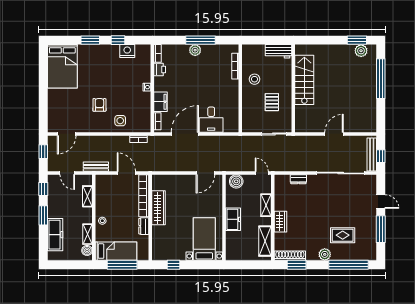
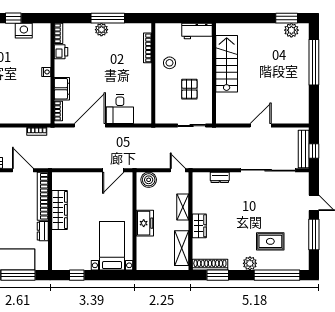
side table: (120, 121) -> (16, 110), removed

